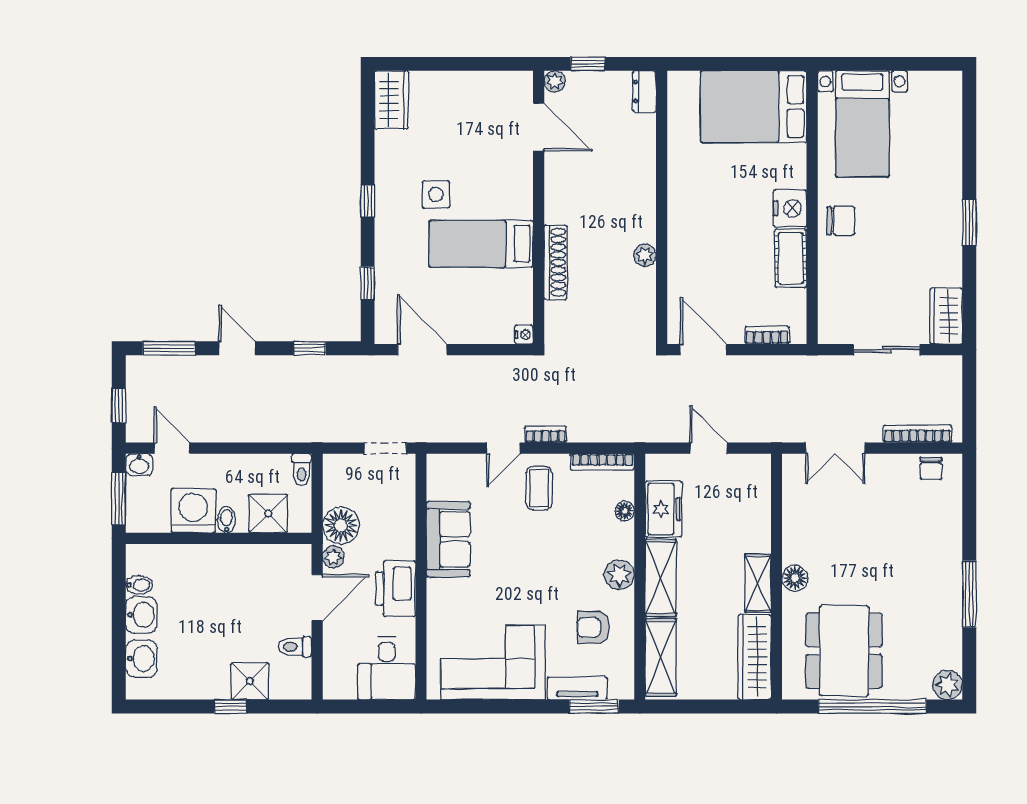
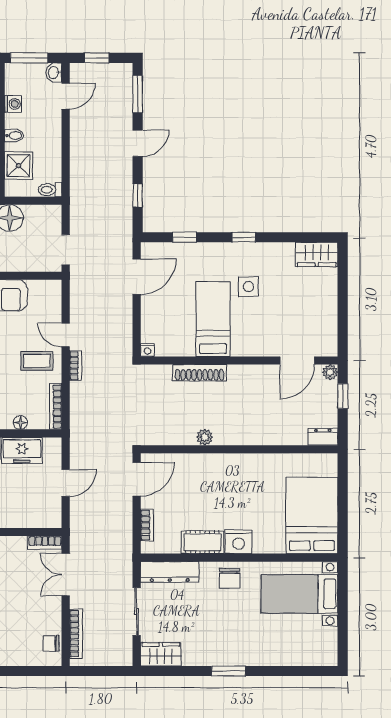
dresser: (832, 304) -> (170, 572), added
bookcase: (791, 477) -> (45, 543), added
washing machine: (193, 511) -> (13, 104), width x0.53, depth x0.53

